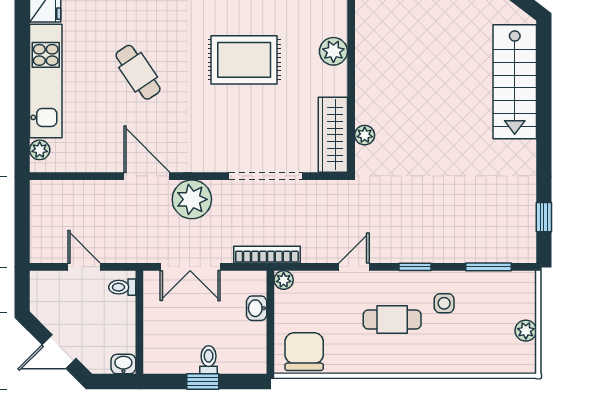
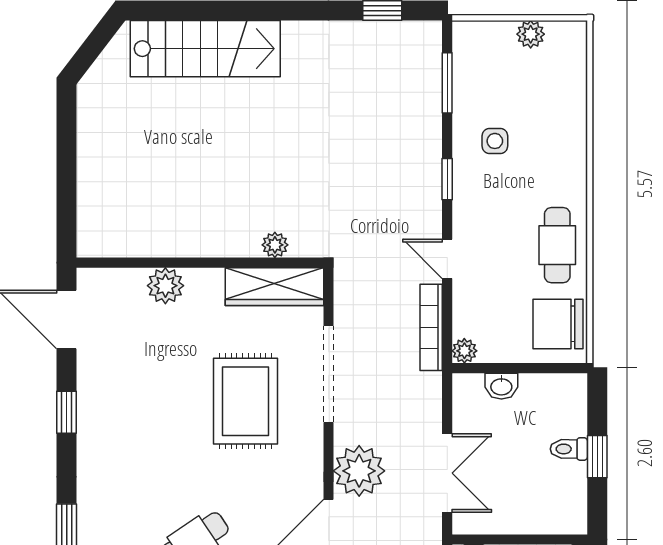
rug: (244, 60) -> (246, 401), moved
bookcase: (267, 255) -> (431, 327), moved
cafe table: (392, 319) -> (557, 245), moved

